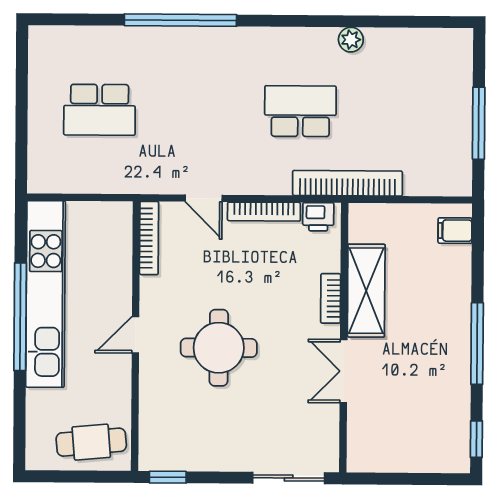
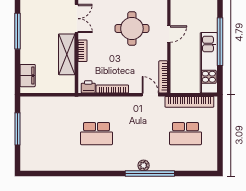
plant: (351, 40) -> (144, 165), moved
school desk: (100, 110) -> (185, 134), turned 180
bookcase: (347, 183) -> (189, 102), moved
door: (204, 198) -> (150, 95), moved
filing cabinet: (455, 231) -> (28, 76), width x2.00
kitchen unit: (46, 294) -> (209, 63), width x0.73

